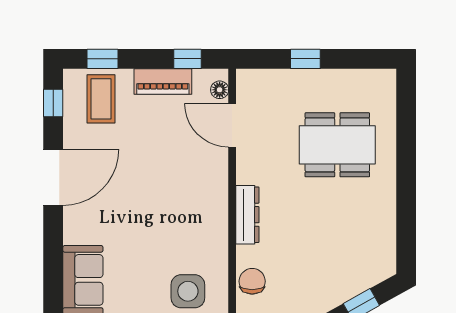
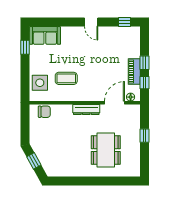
window: (102, 59) -> (144, 63), moved
coffee table: (101, 99) -> (66, 78), moved
door: (53, 177) -> (91, 22), width x0.53
dresser: (247, 215) -> (86, 110), moved

